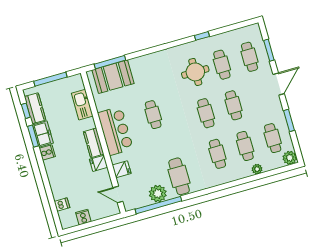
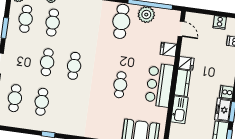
round table: (195, 72) -> (68, 106), removed
kitchen sink: (82, 105) -> (179, 110), moved
cafe table: (217, 154) -> (79, 26), removed

